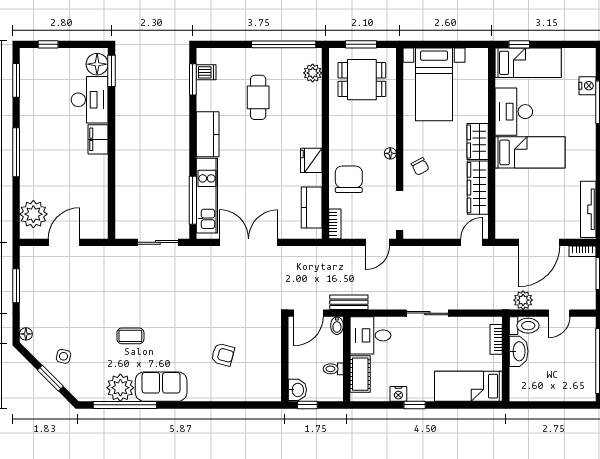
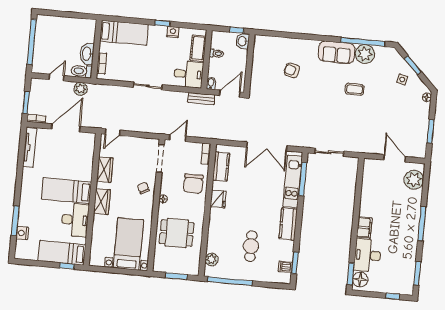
dining table: (362, 80) -> (177, 233), moved
wardrobe: (478, 188) -> (105, 170), width x0.67
door: (64, 242) -> (395, 158), swing flipped

